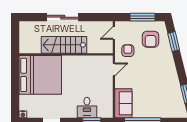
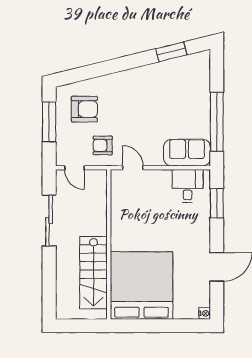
sliding door: (63, 17) -> (49, 221), moved
window: (174, 42) -> (88, 72), removed
stairs: (64, 45) -> (93, 273), moved
desk: (87, 108) -> (188, 186), moved, turned -90

